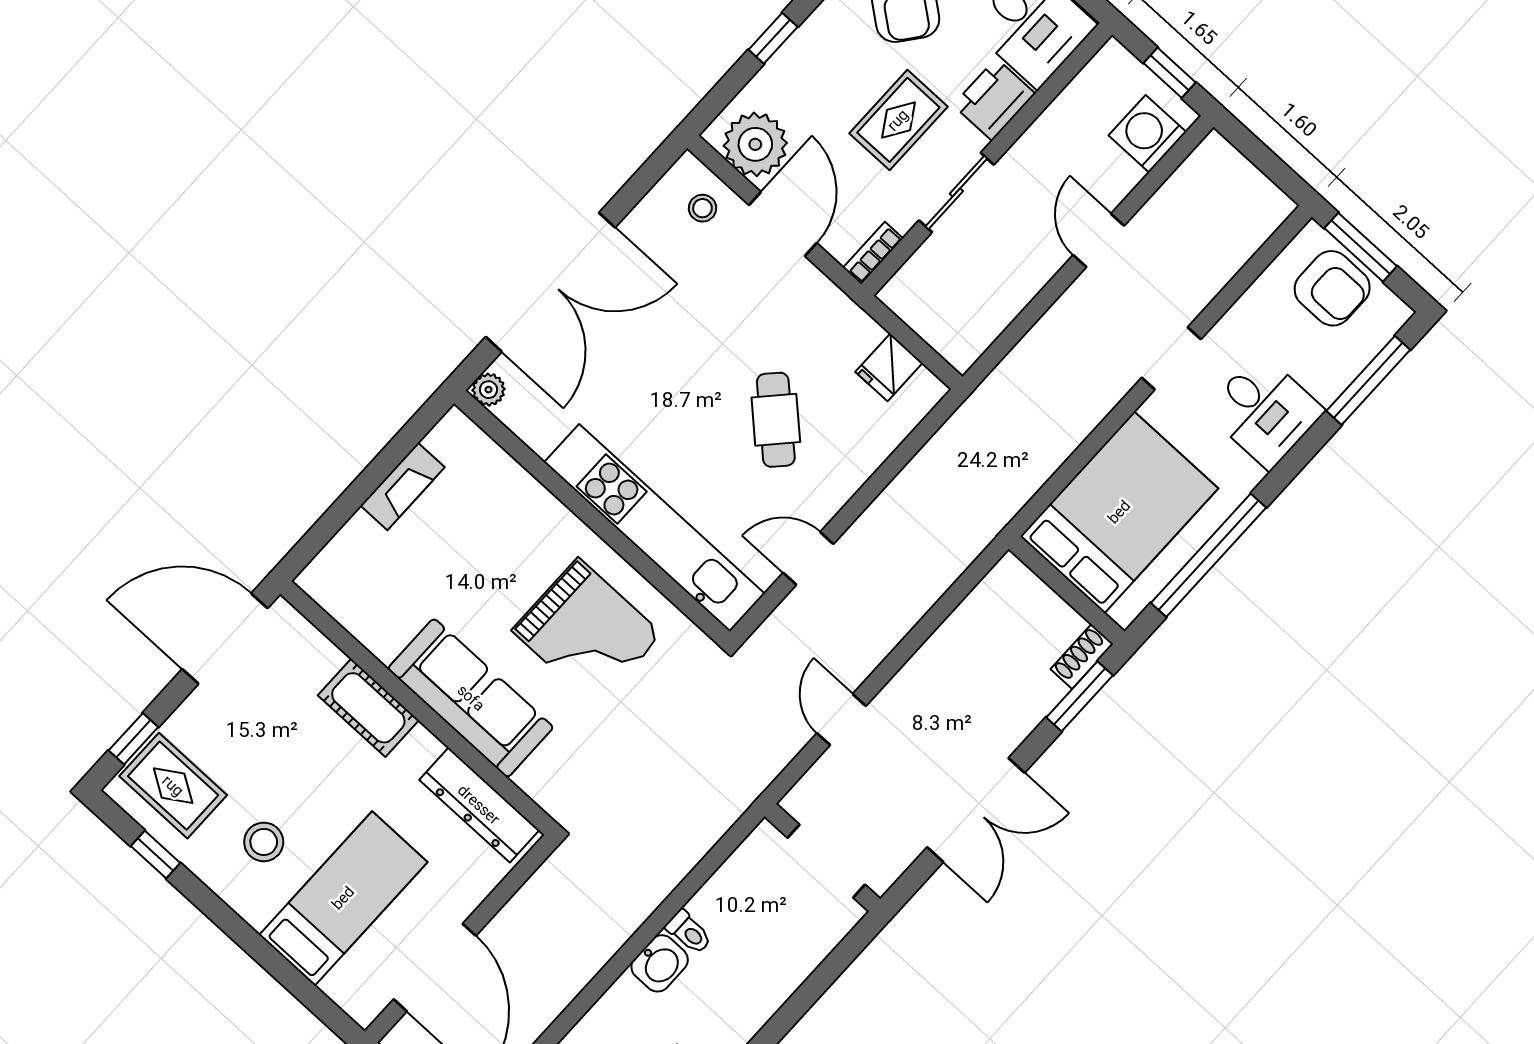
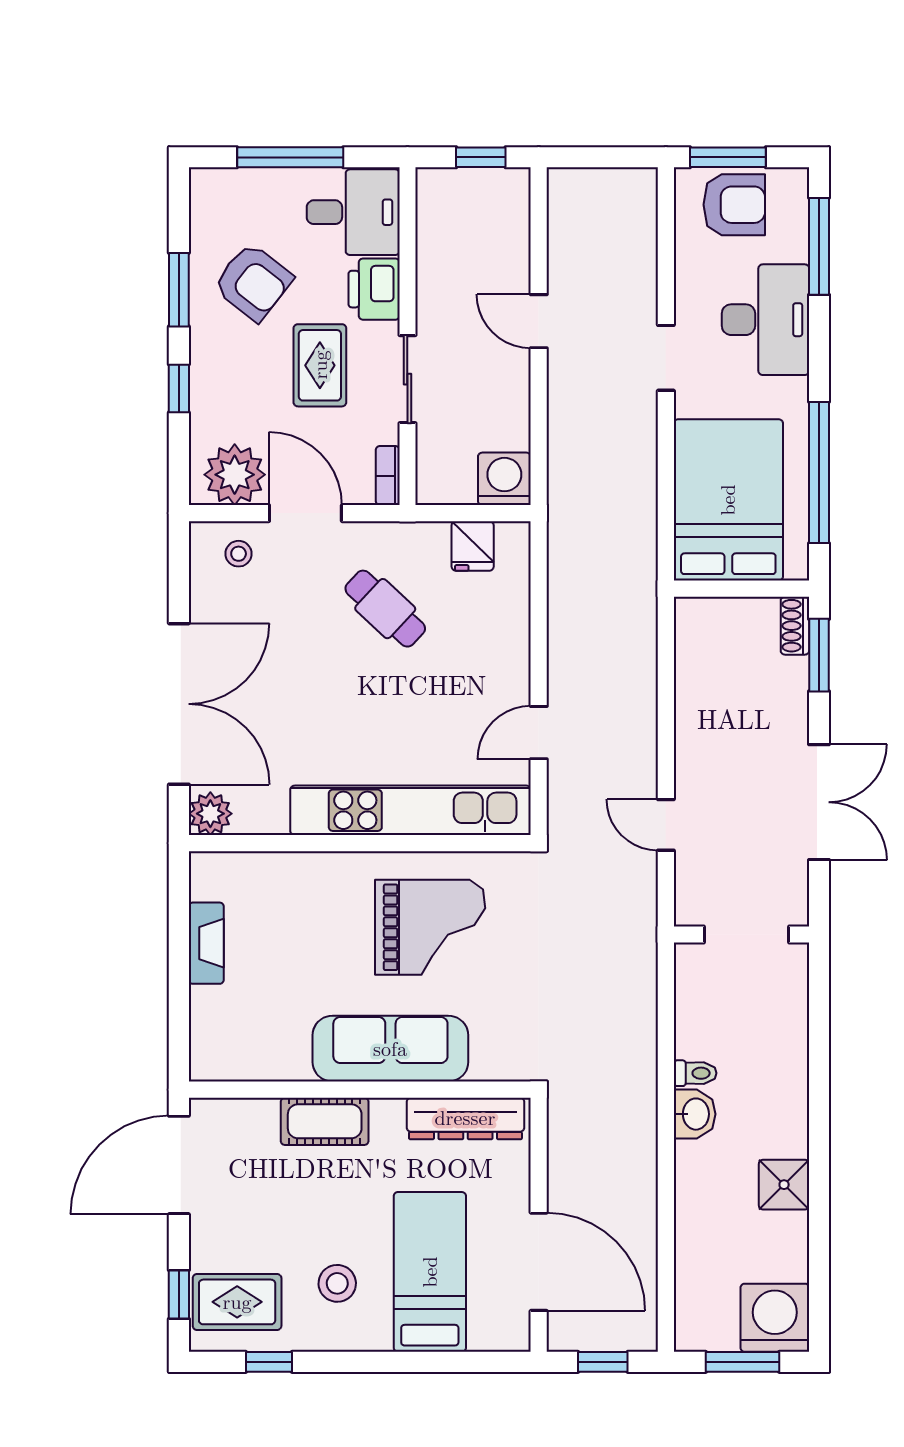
washing machine: (1147, 134) -> (504, 479), moved, turned 90
plant: (489, 390) -> (210, 814), width x1.38, depth x1.38
desk: (1264, 411) -> (765, 320), width x1.37
cafe table: (776, 420) -> (385, 609), moved

